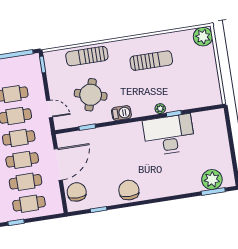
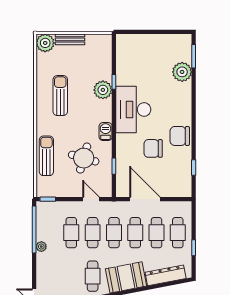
sun lounger: (87, 56) -> (46, 156), turned 180
bench: (211, 62) -> (70, 39), added
door: (50, 109) -> (91, 199), hinge flipped
plant: (160, 109) -> (103, 90), width x1.87, depth x1.87
desk: (169, 135) -> (133, 109), moved
plant: (212, 180) -> (182, 72), moved
chair: (77, 192) -> (153, 148), moved

